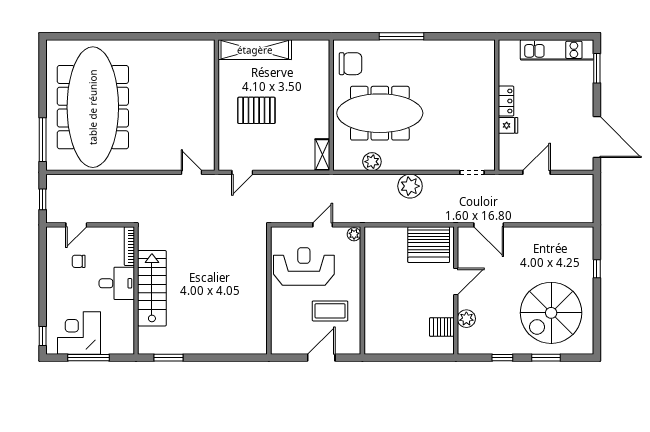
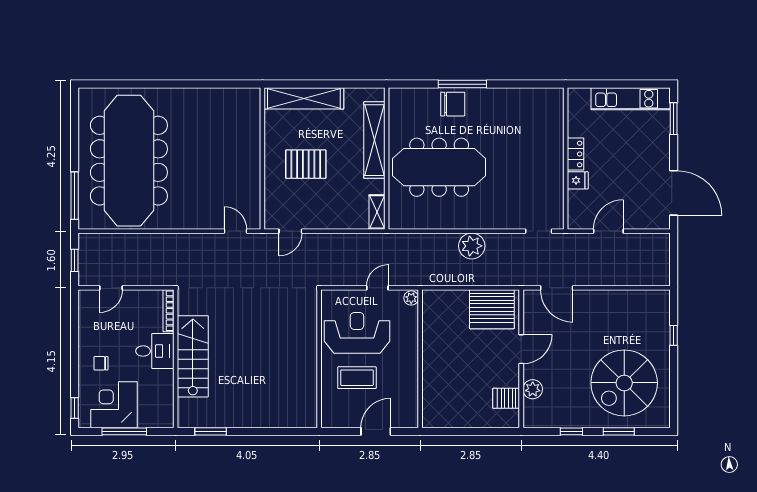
chair: (351, 64) -> (453, 104), moved
shelving: (320, 88) -> (374, 140), added
plant: (372, 162) -> (431, 220), removed
chair: (79, 261) -> (101, 363), moved
coffee table: (330, 311) -> (357, 378), moved

